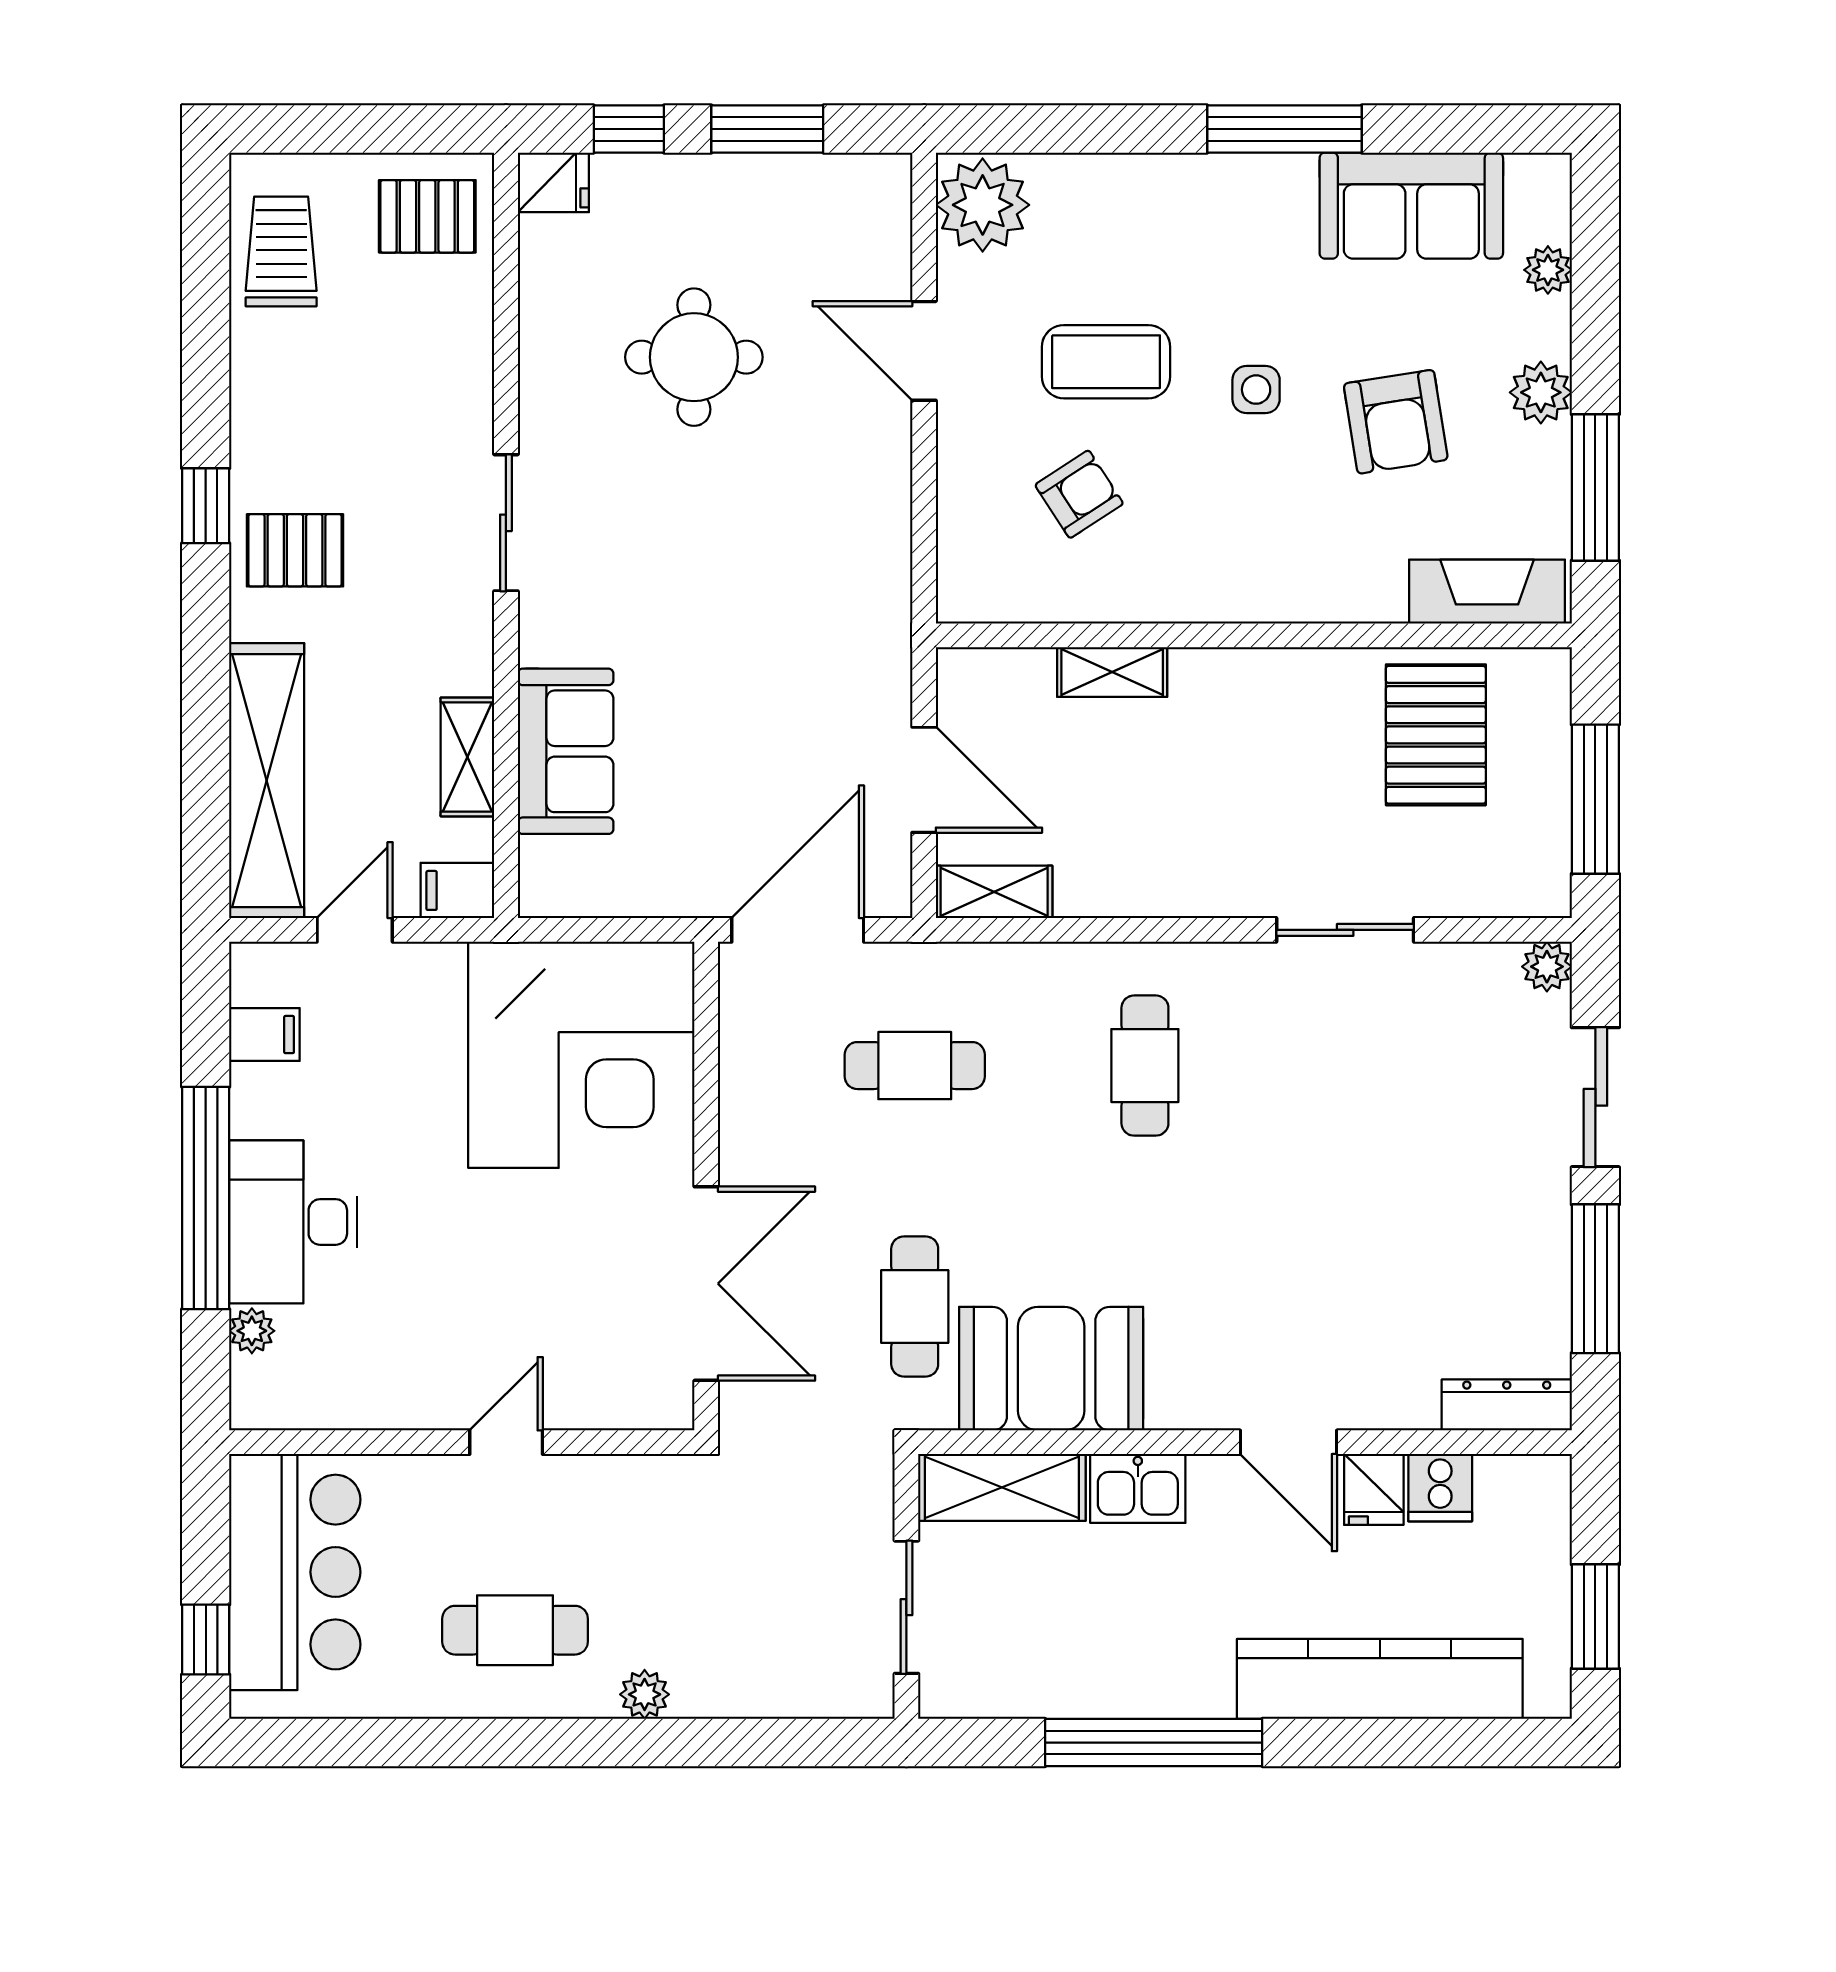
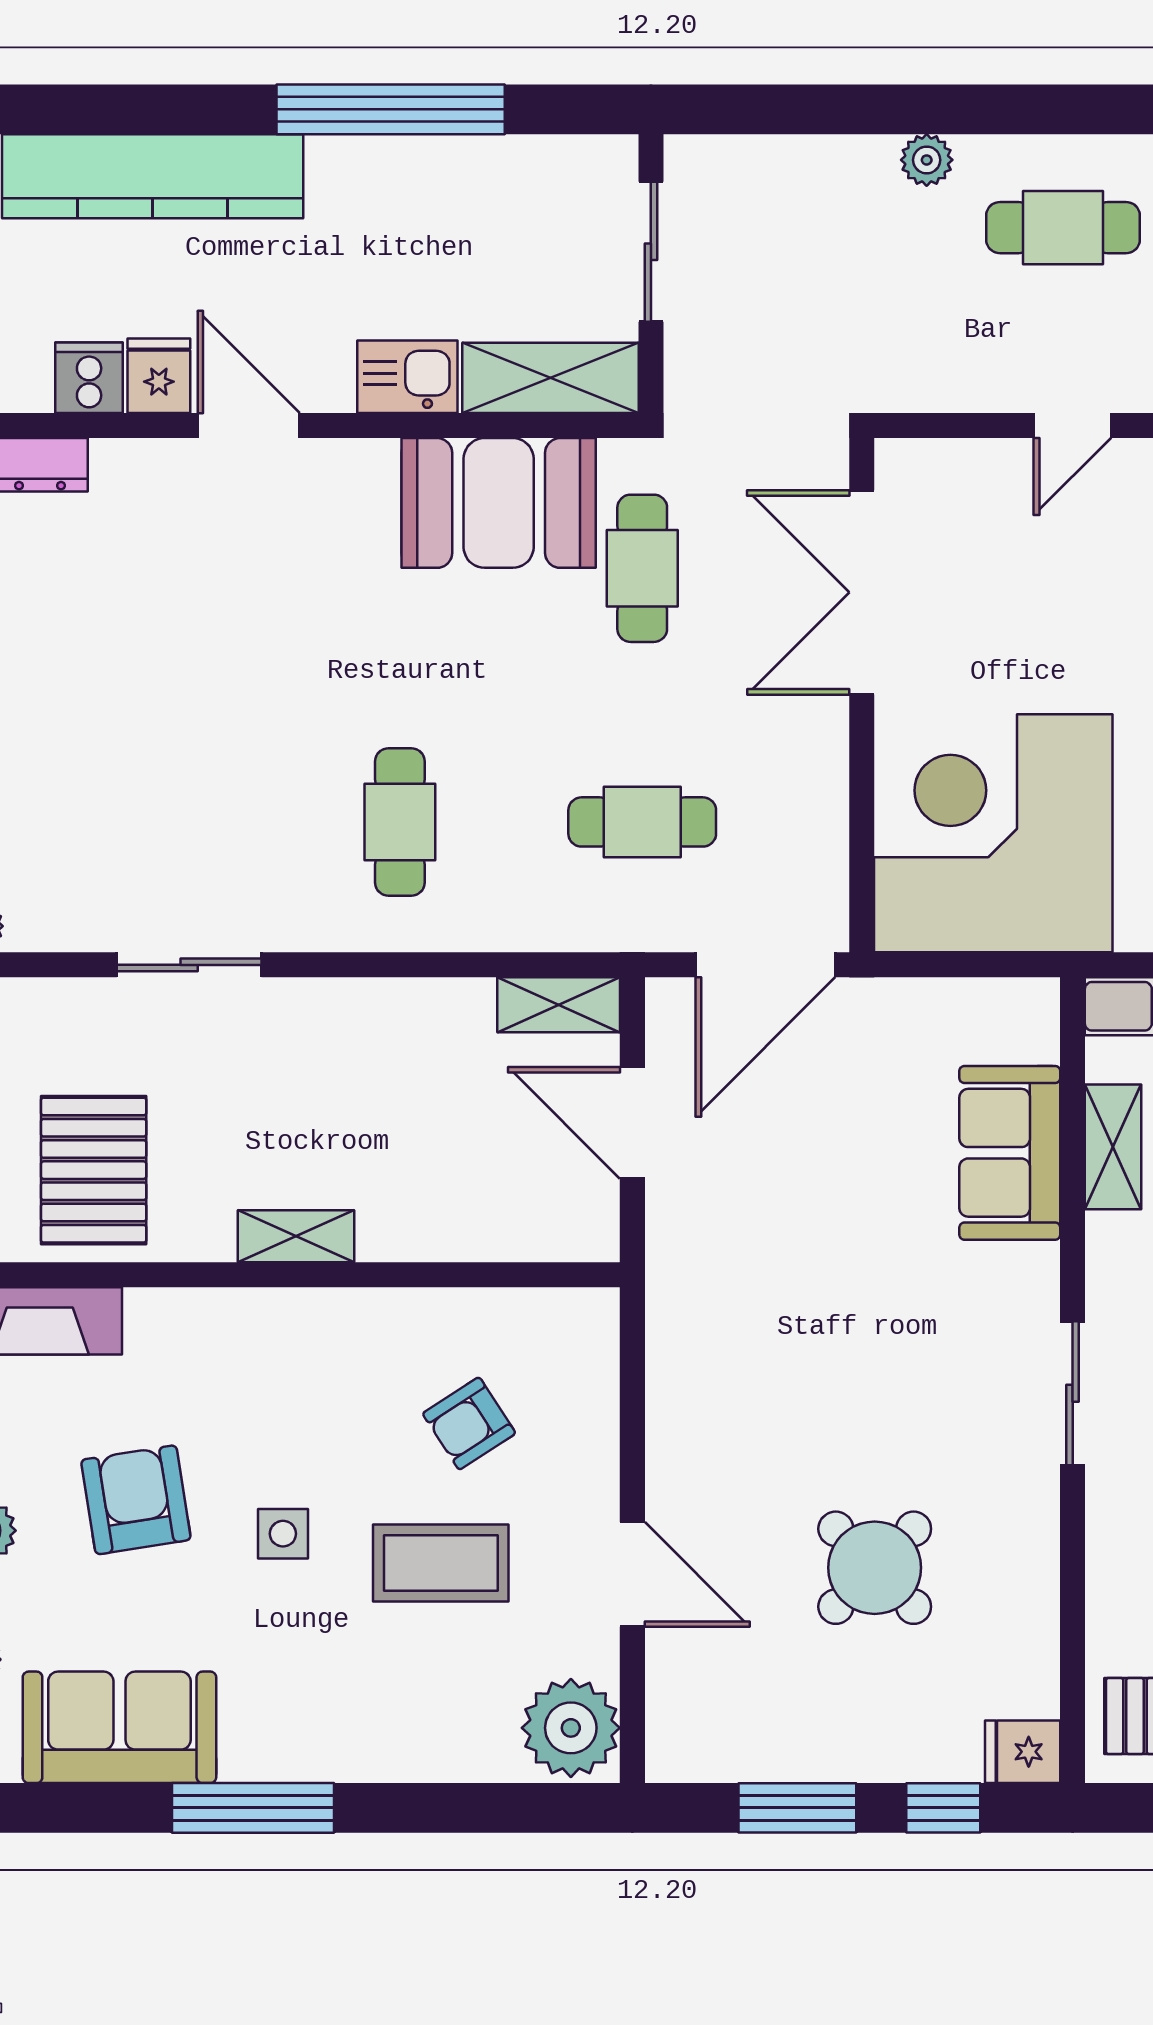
round table: (694, 357) -> (875, 1568), turned 45
shelving: (1112, 672) -> (296, 1236), moved

